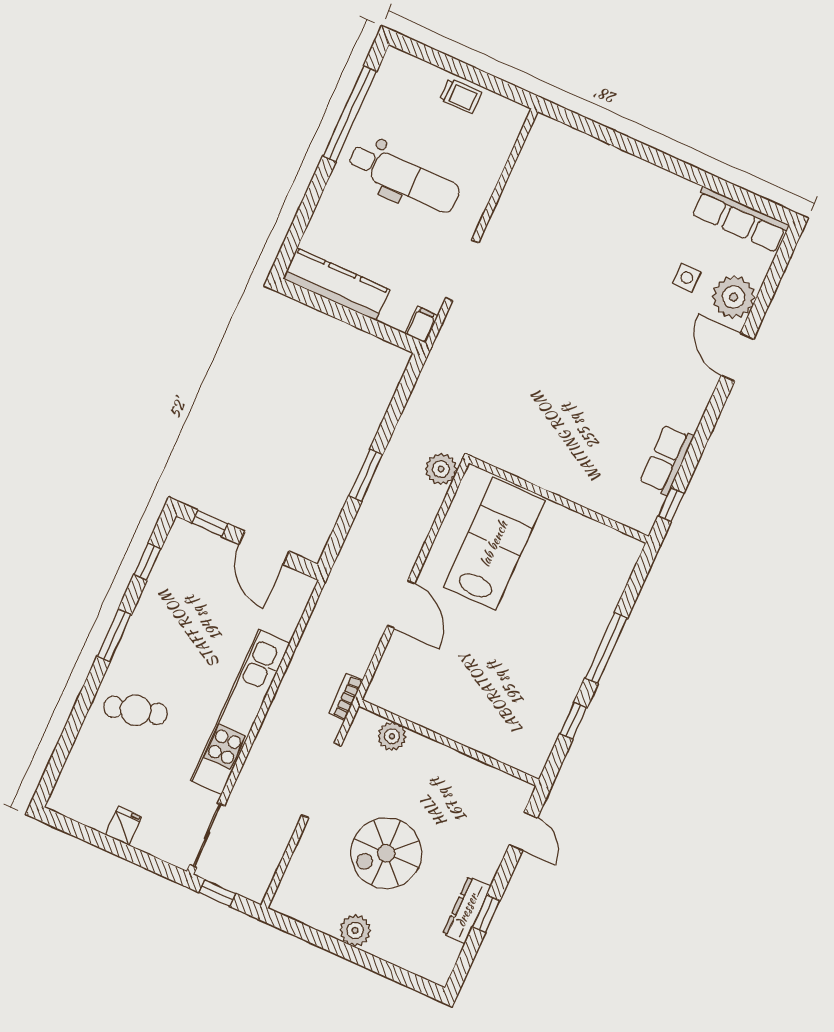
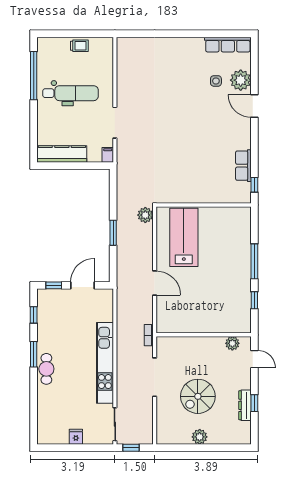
door: (264, 548) -> (83, 285), swing flipped
cafe table: (136, 710) -> (46, 369), moved, turned -75
plant: (392, 736) -> (232, 343), moved

